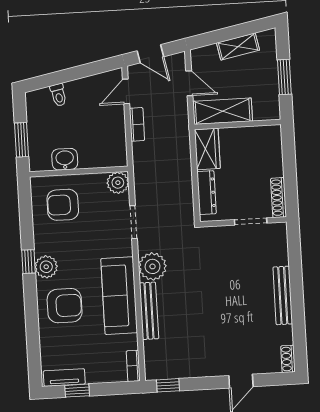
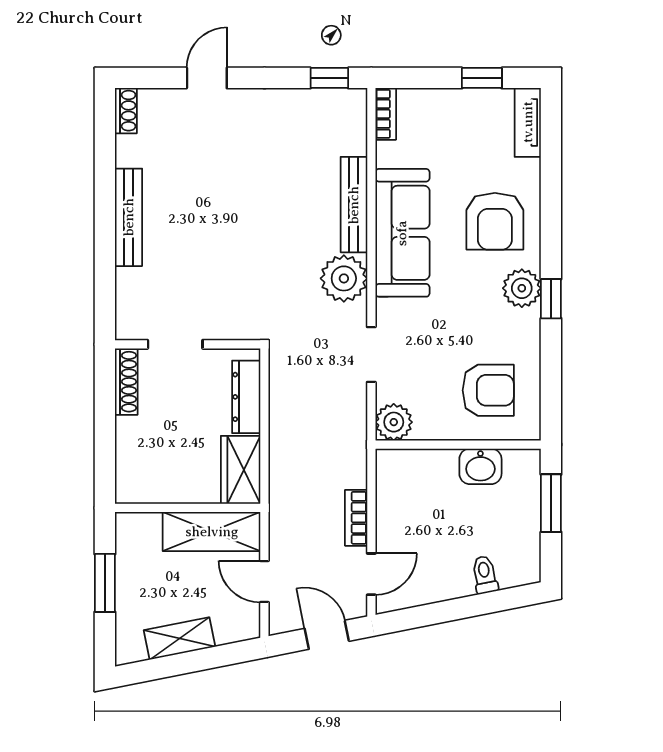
armchair: (65, 306) -> (495, 221), turned -90
tv unit: (64, 377) -> (528, 122), moved, turned 90

